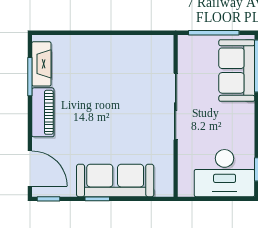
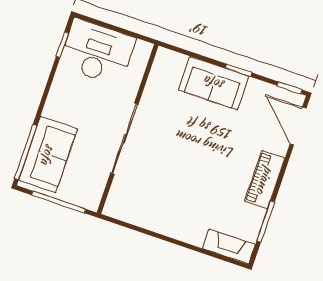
fireplace: (41, 64) -> (229, 247), moved, turned 90
sofa: (115, 180) -> (214, 83), width x0.73

